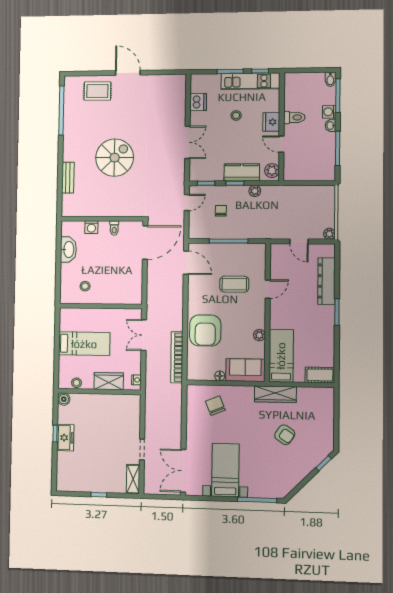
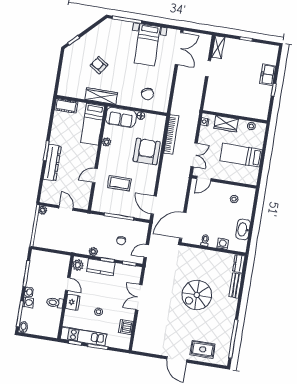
dresser: (68, 205) -> (239, 264), added
dresser: (326, 281) -> (52, 163), moved
door: (127, 306) -> (204, 179), added
boiler: (64, 399) -> (263, 115), removed
freezer: (65, 438) -> (268, 75), moved

